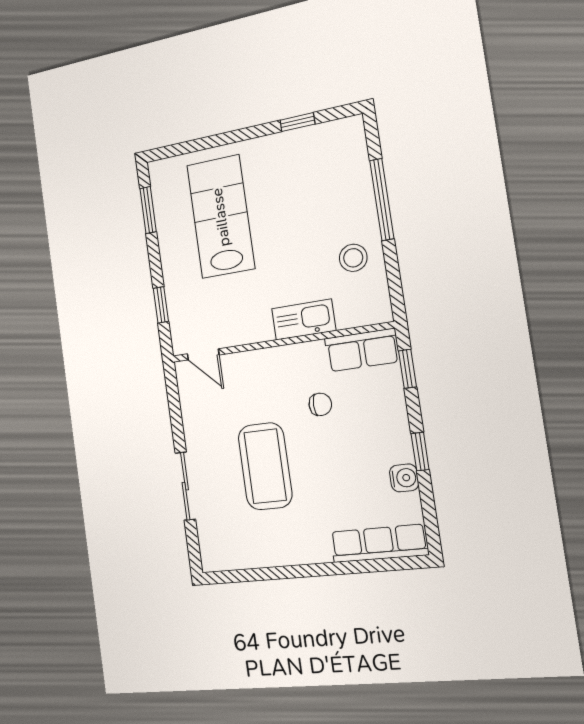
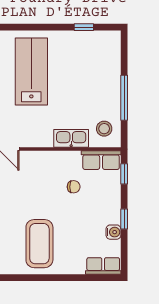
window: (382, 200) -> (124, 98), moved
stool: (353, 258) -> (104, 129), moved
coffee table: (265, 466) -> (39, 244), moved
row of seats: (379, 543) -> (103, 266), width x0.68

